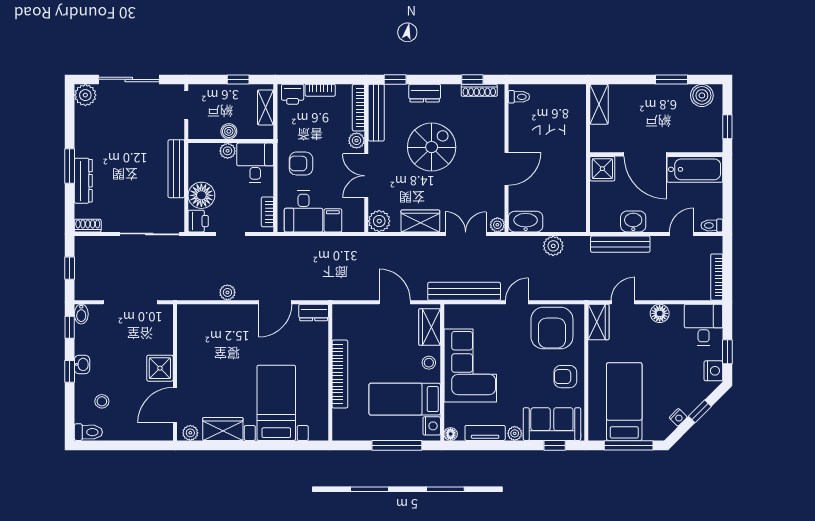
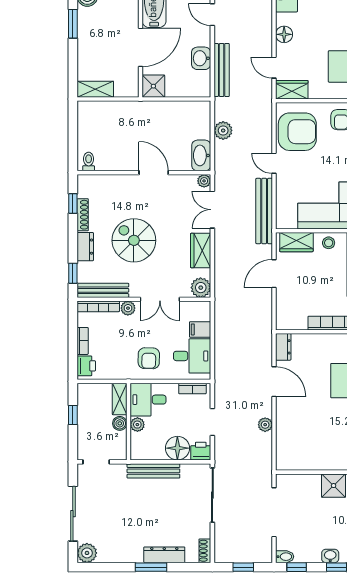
shoe rack: (479, 90) -> (83, 215), moved
shelving: (266, 107) -> (120, 399), moved, turned 90

